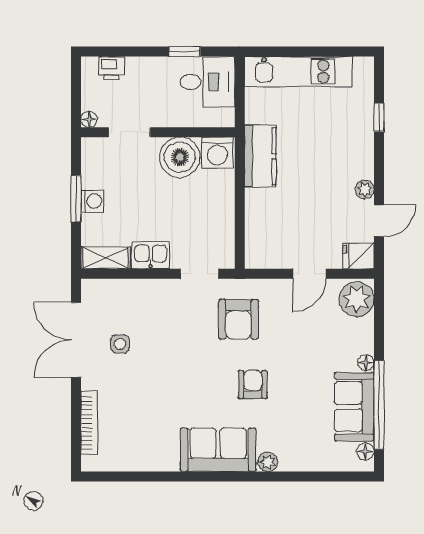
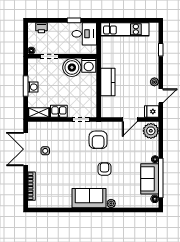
kitchen counter: (260, 156) -> (108, 82), moved

